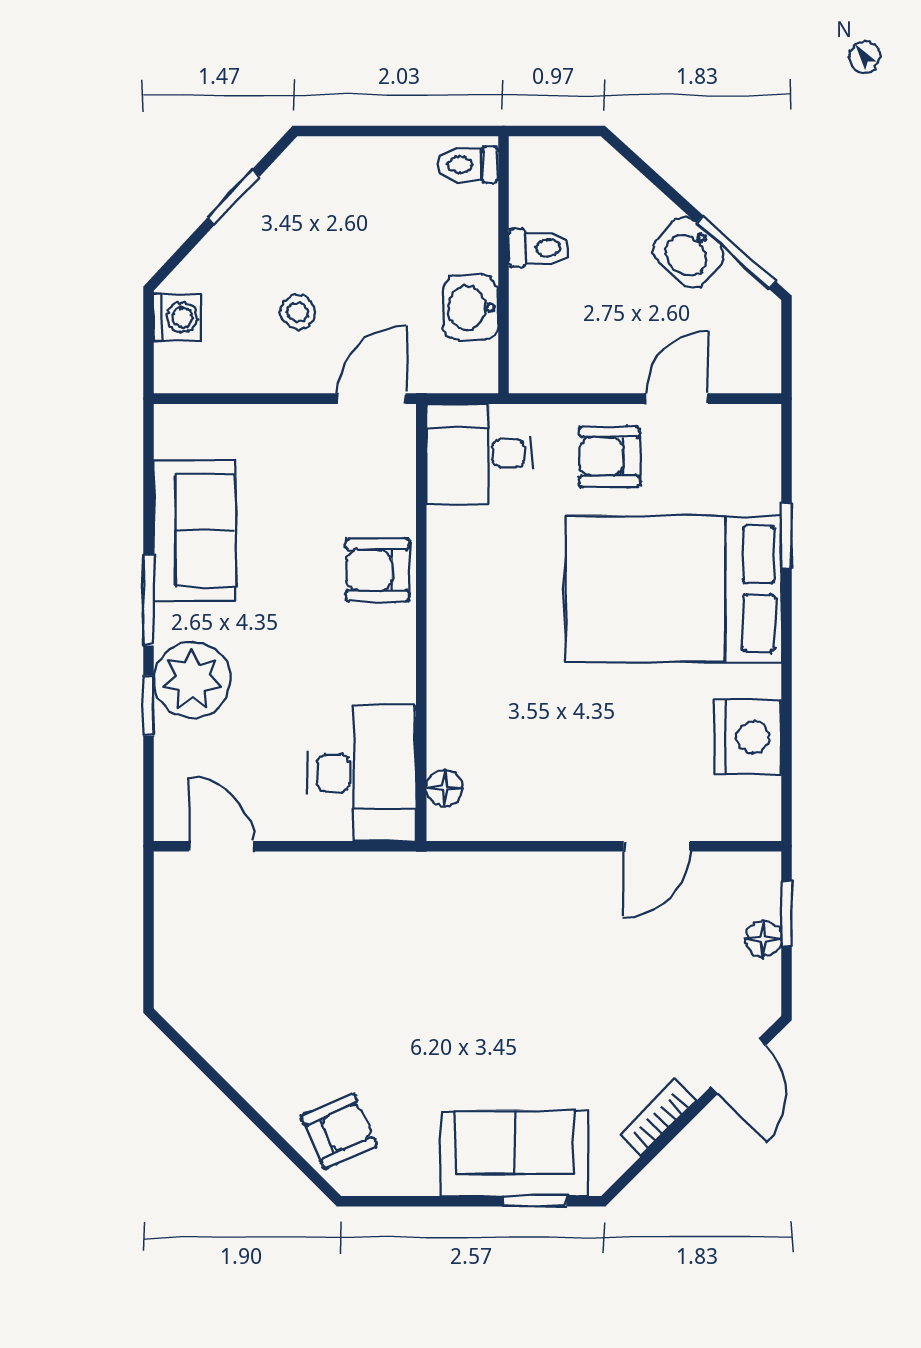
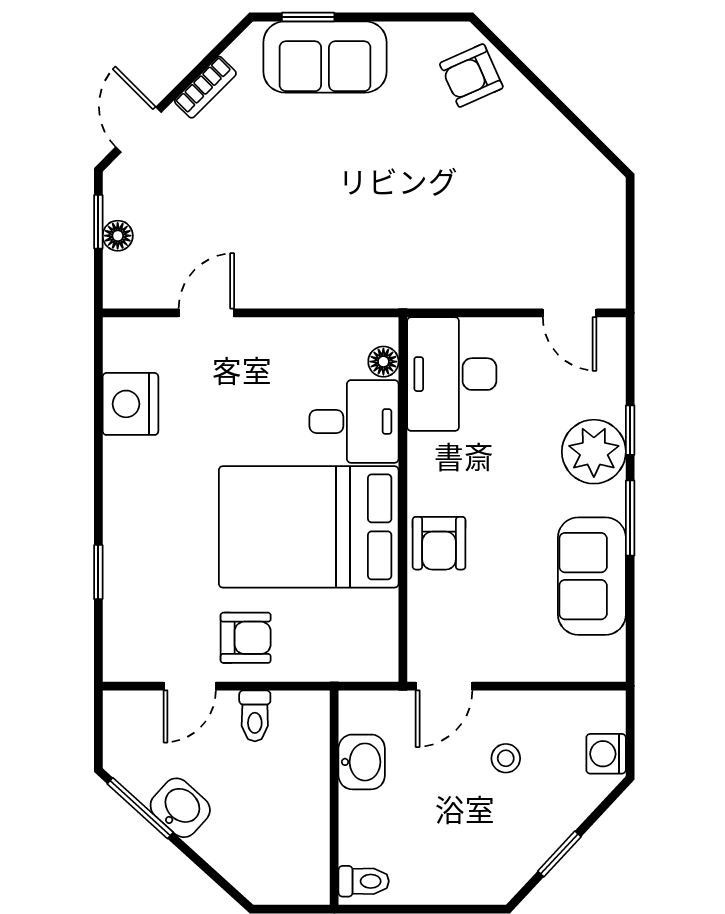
toilet: (539, 248) -> (255, 716), moved, turned -90
desk: (480, 453) -> (354, 421), moved
armchair: (378, 570) -> (439, 543), turned 90
bed: (674, 589) -> (309, 527), moved, turned 180
window: (786, 913) -> (98, 222), moved

